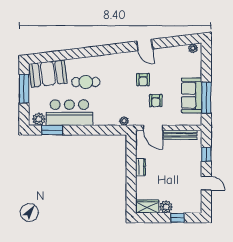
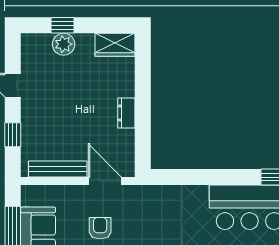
plant: (124, 121) -> (155, 193), removed
plant: (166, 207) -> (64, 44), moved

